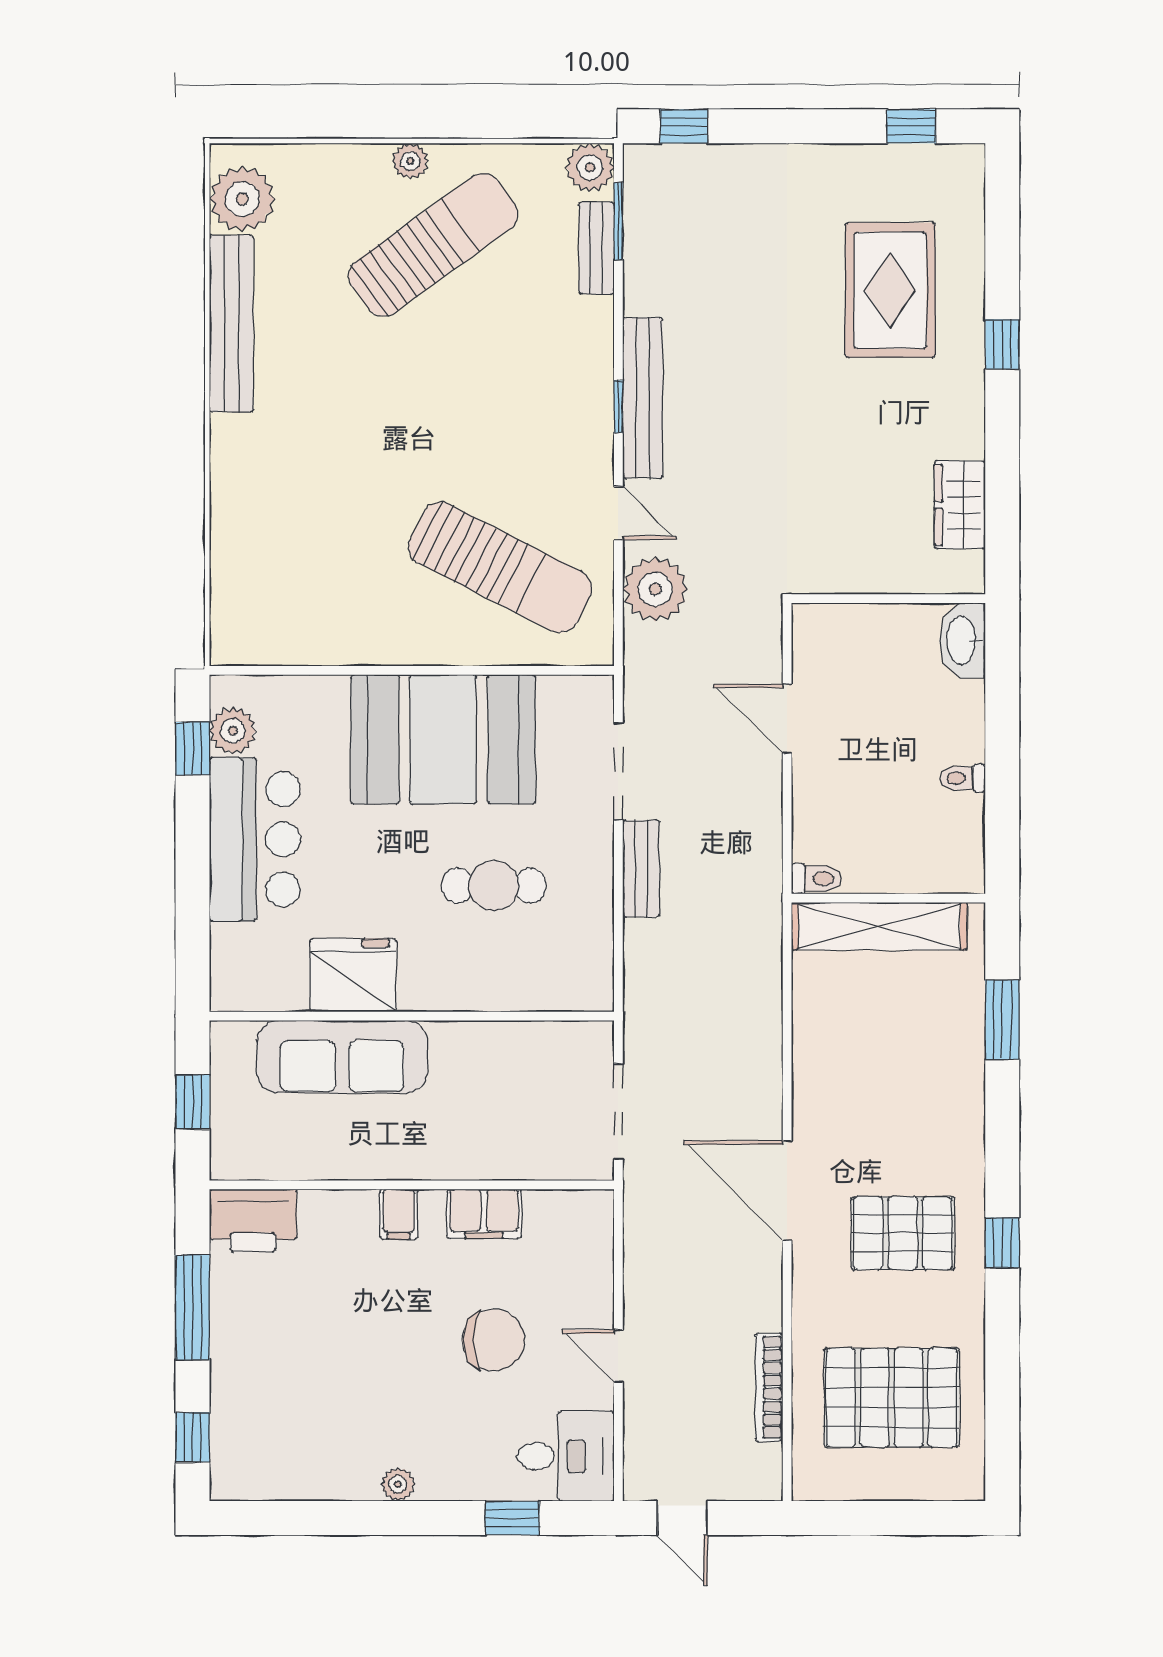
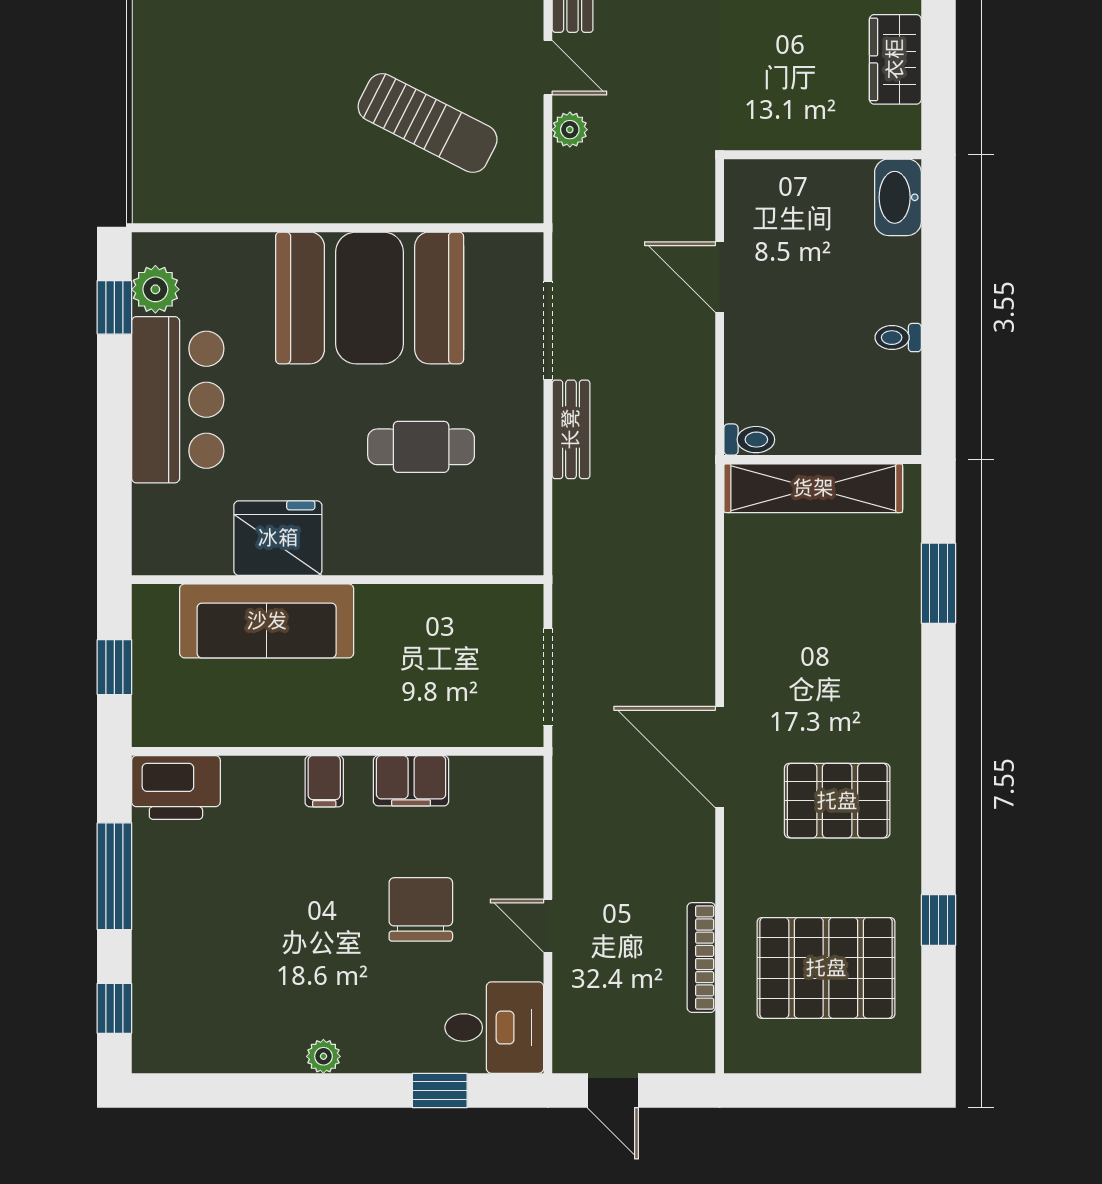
sun lounger: (500, 568) -> (428, 123), width x0.73, depth x0.75
plant: (655, 589) -> (570, 130), width x0.53, depth x0.53
window: (1002, 1243) -> (938, 920), moved
chair: (494, 1340) -> (421, 909), turned -90

